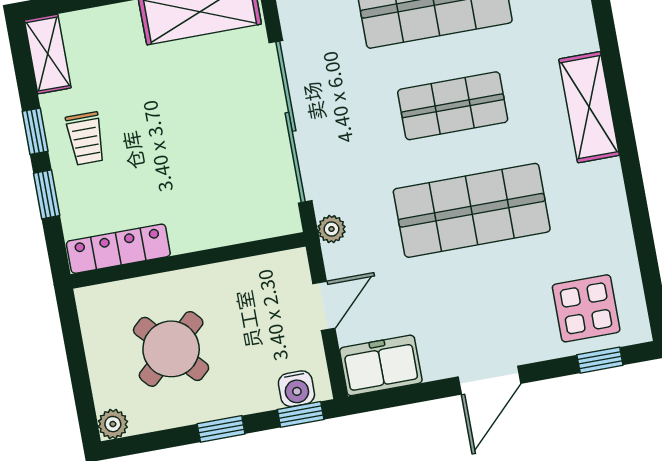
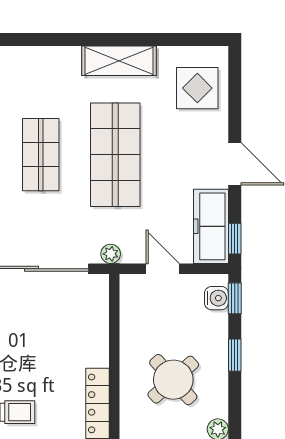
shelving: (589, 107) -> (119, 61), moved
window: (600, 360) -> (235, 239), moved
freezer: (381, 365) -> (211, 226), width x1.40

